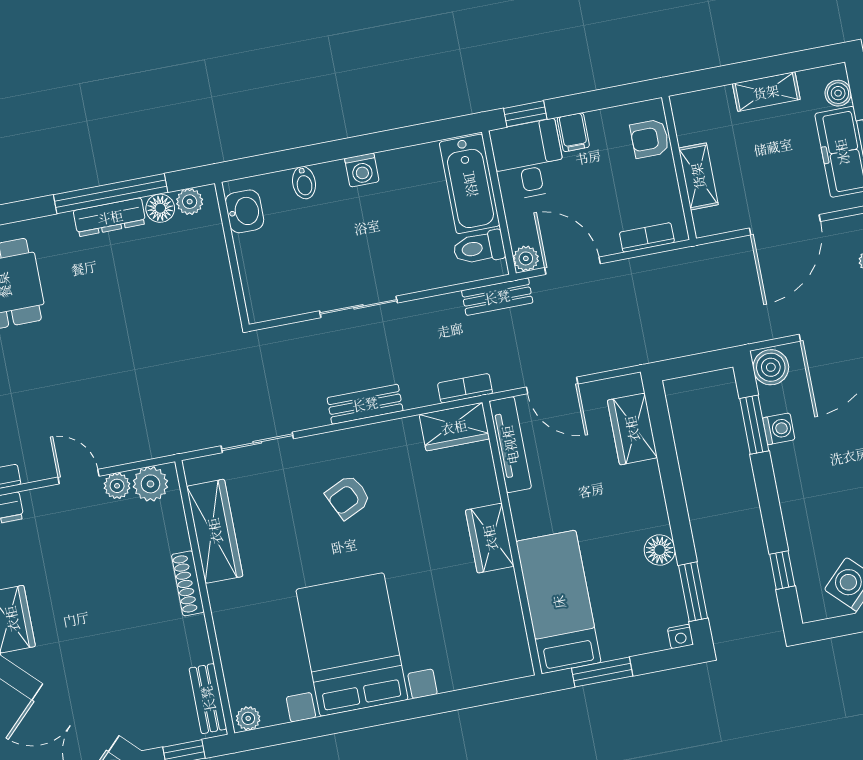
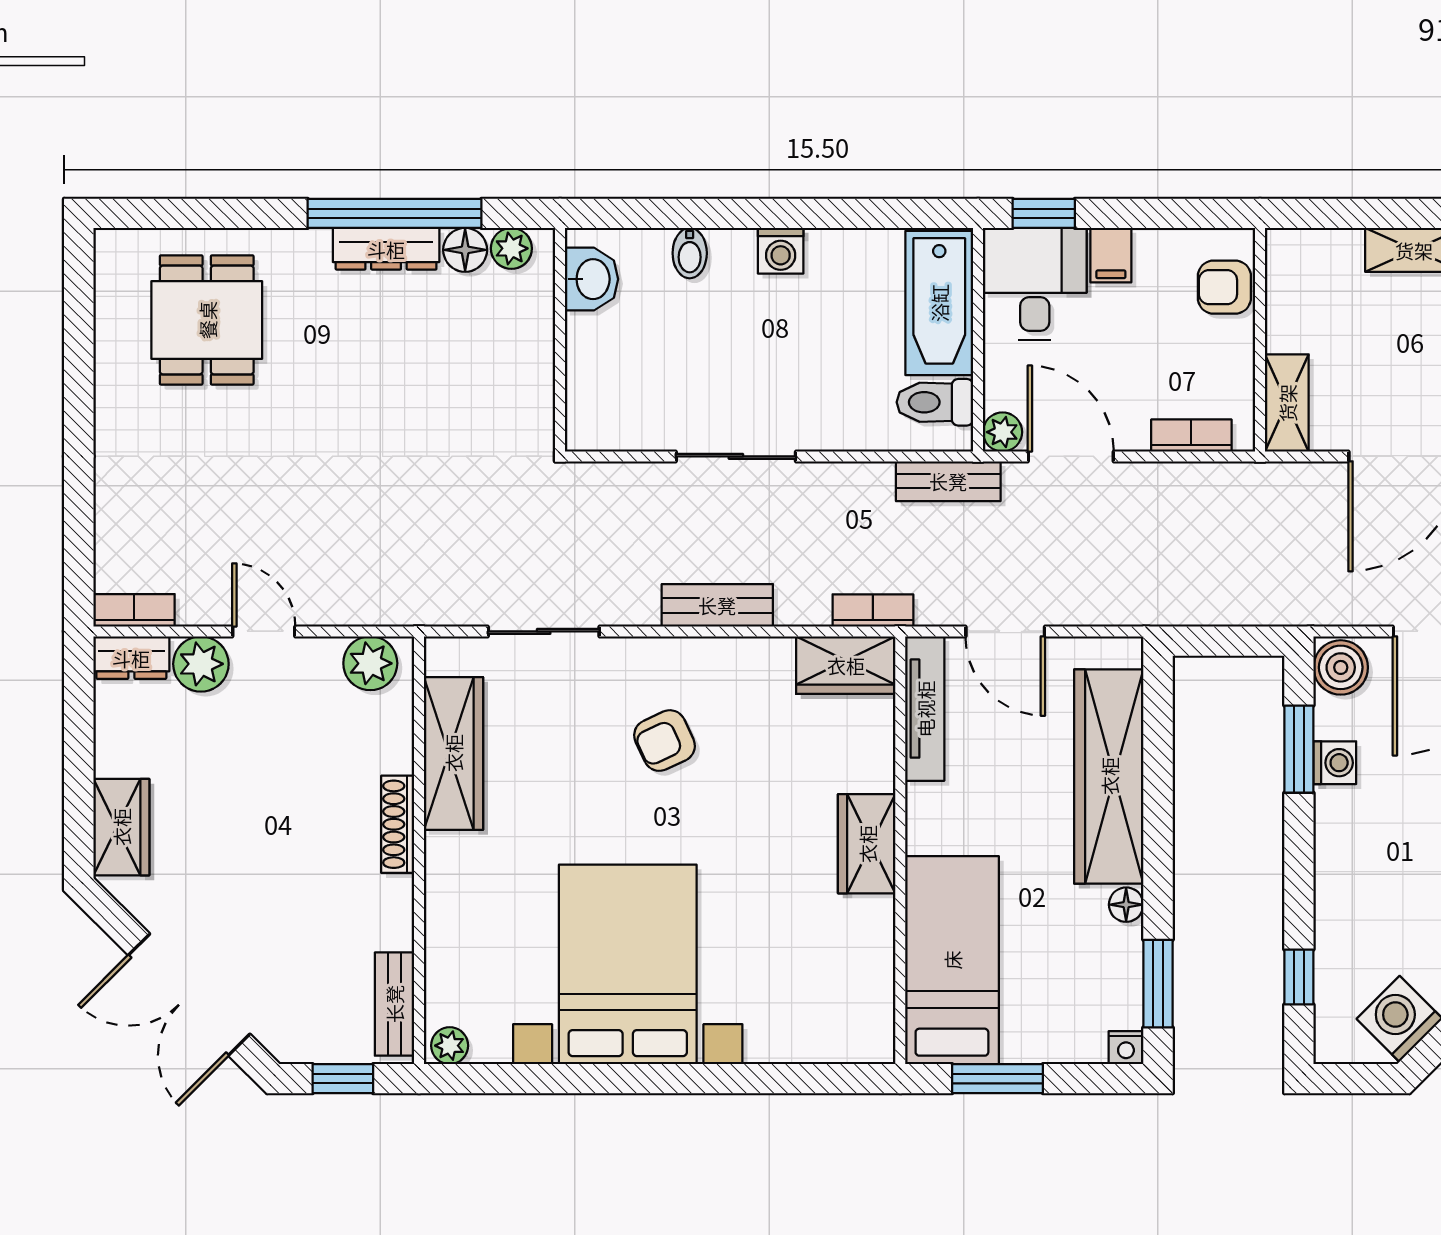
shelving: (698, 176) -> (1287, 403), moved
wardrobe: (632, 429) -> (1109, 776), width x2.10, depth x1.17
plant: (117, 486) -> (201, 664), moved, width x1.38, depth x1.38
floor lamp: (660, 550) -> (1126, 905), width x0.73, depth x0.73

